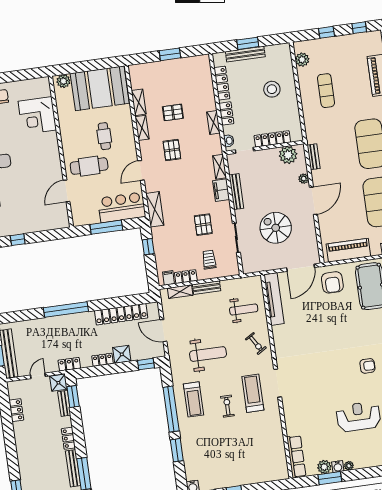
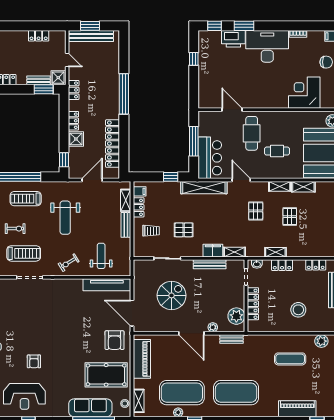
locker: (222, 83) -> (316, 265), width x0.66
pallet: (172, 150) -> (256, 211), turned 90
shelving: (155, 209) -> (204, 188), width x1.47
armchair: (332, 282) -> (115, 340), turned -90
weight bench: (244, 310) -> (101, 256), turned 180

